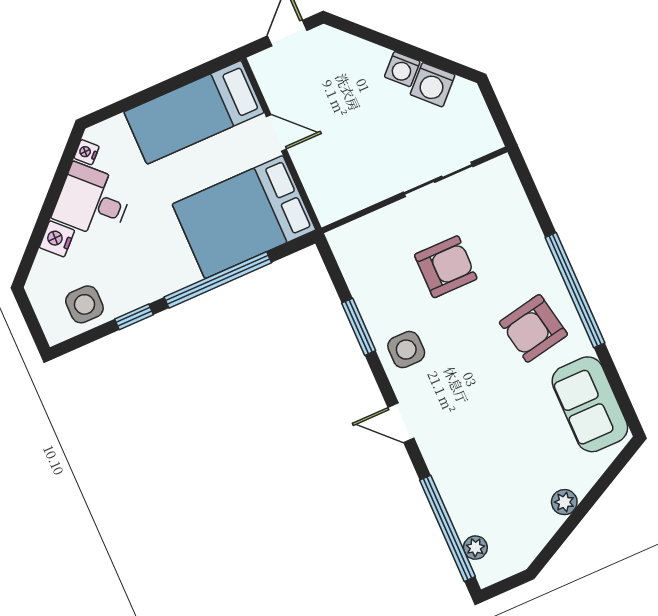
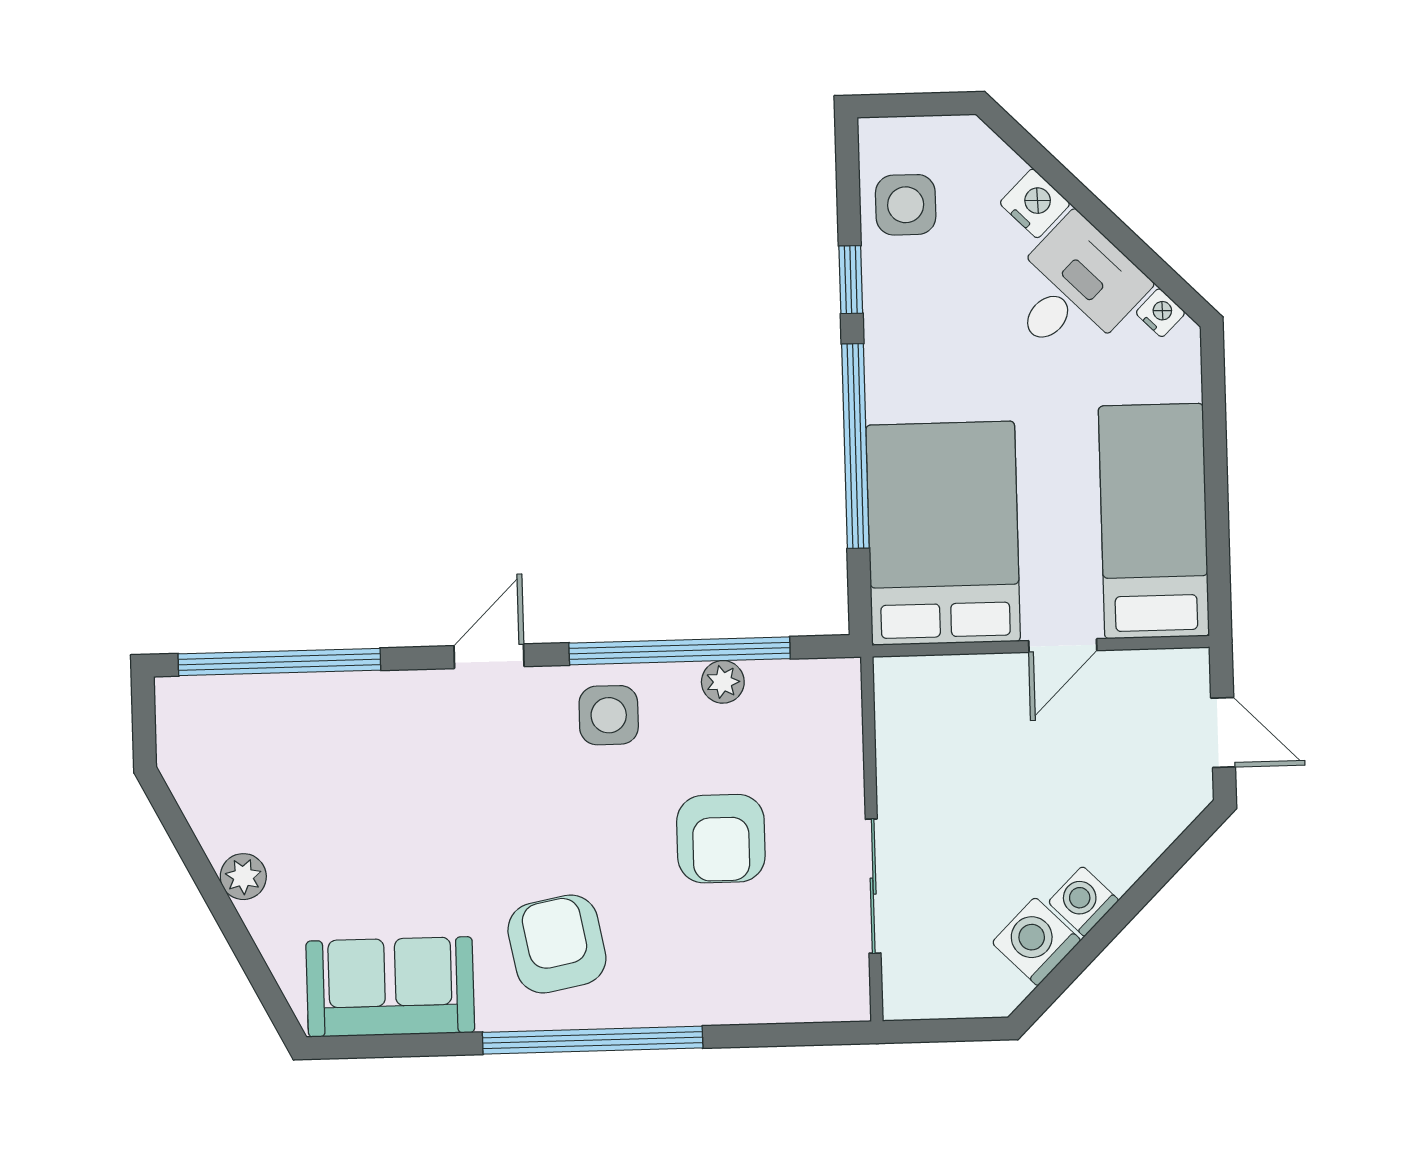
window: (359, 327) -> (680, 651), width x2.11
plant: (475, 548) -> (723, 682), moved

